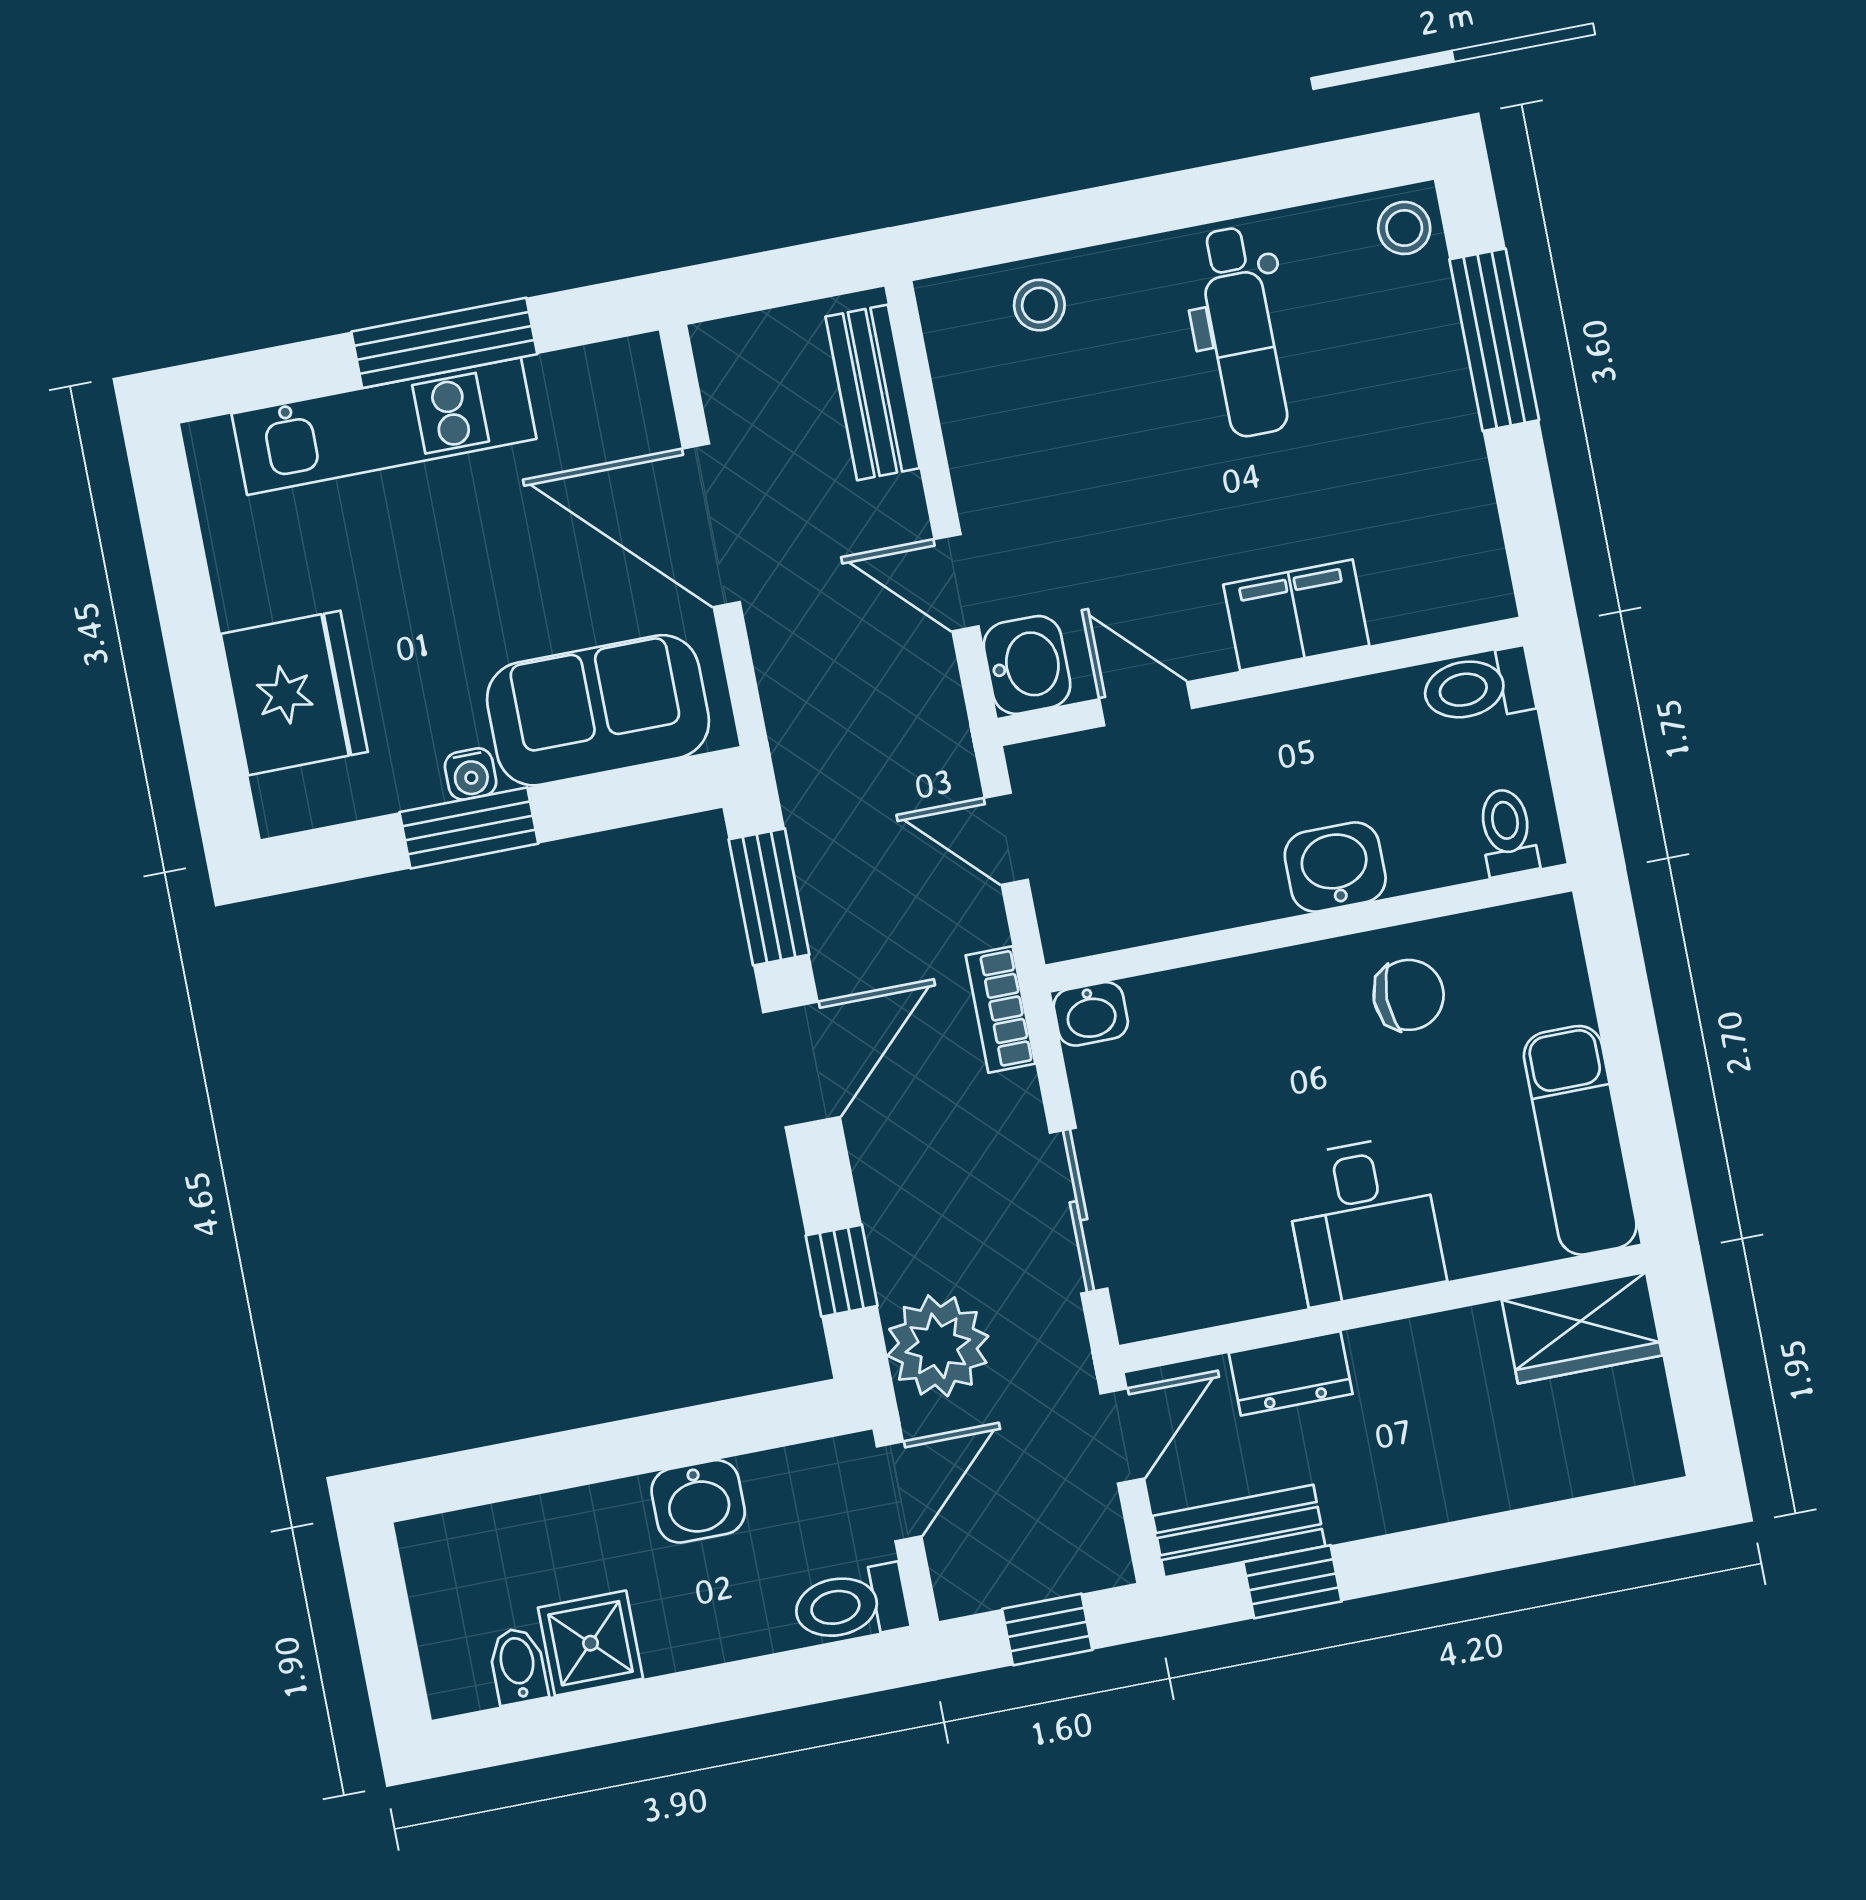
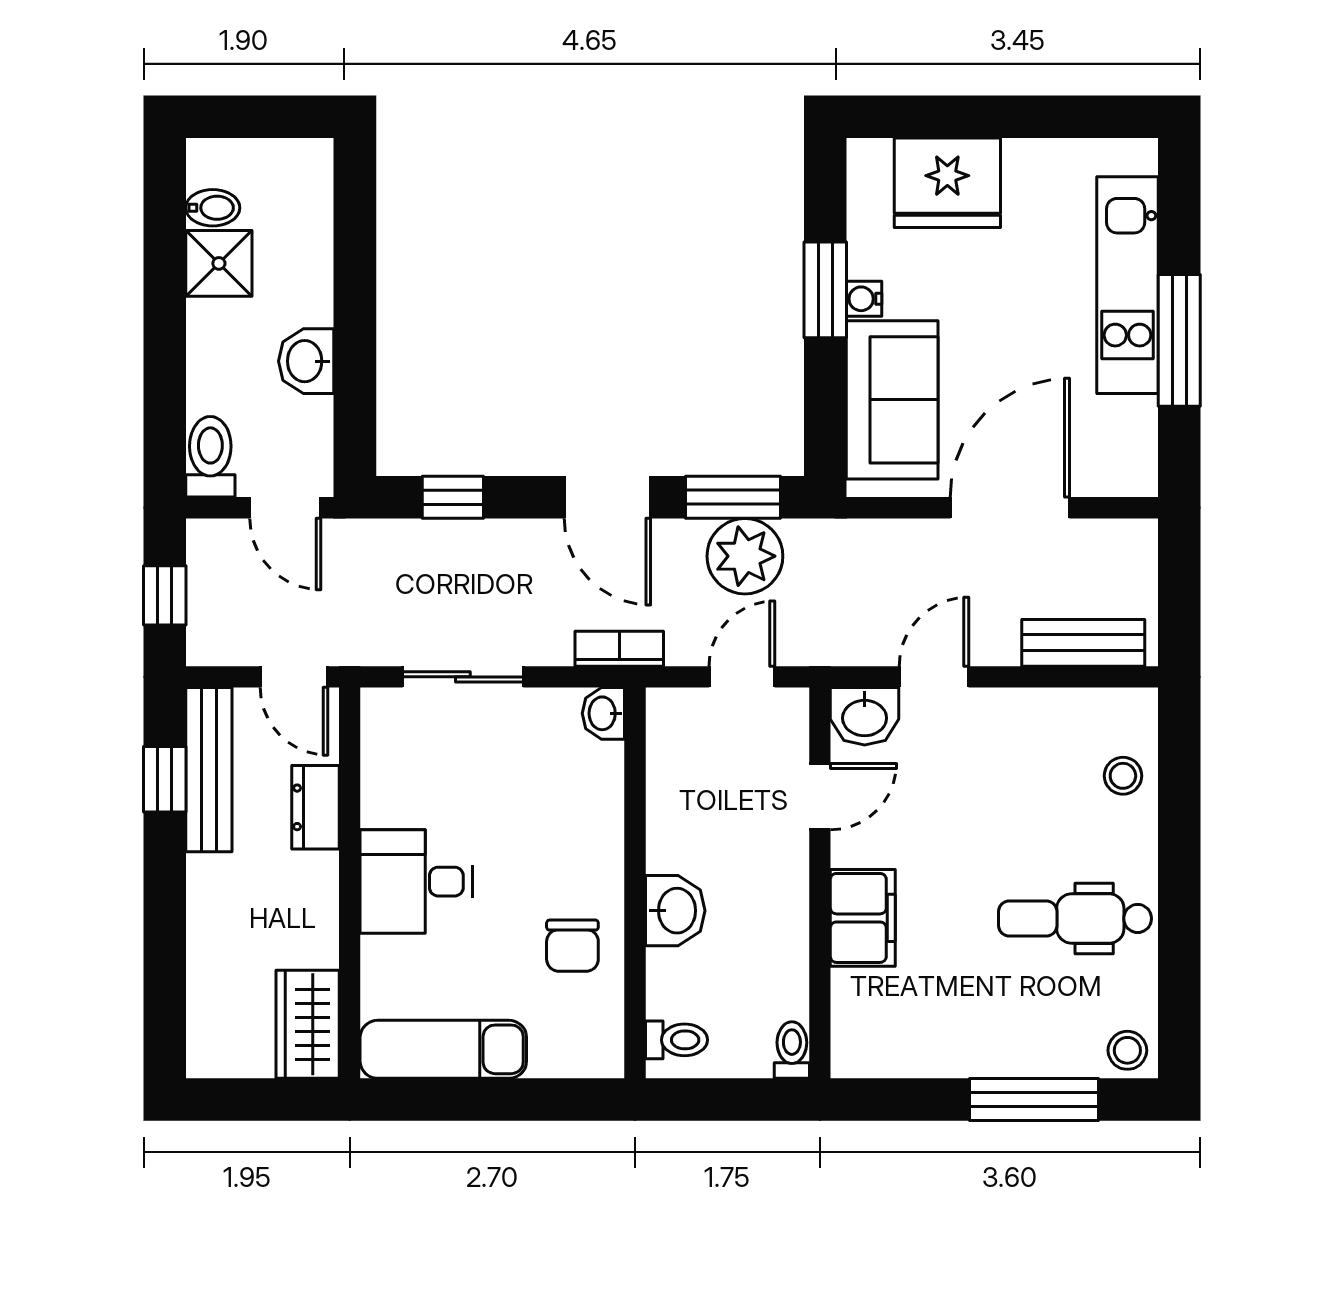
toilet: (1478, 687) -> (792, 1050), width x0.73, depth x0.72
plant: (938, 1346) -> (745, 556), moved
bench: (1239, 1531) -> (209, 770), width x1.36

